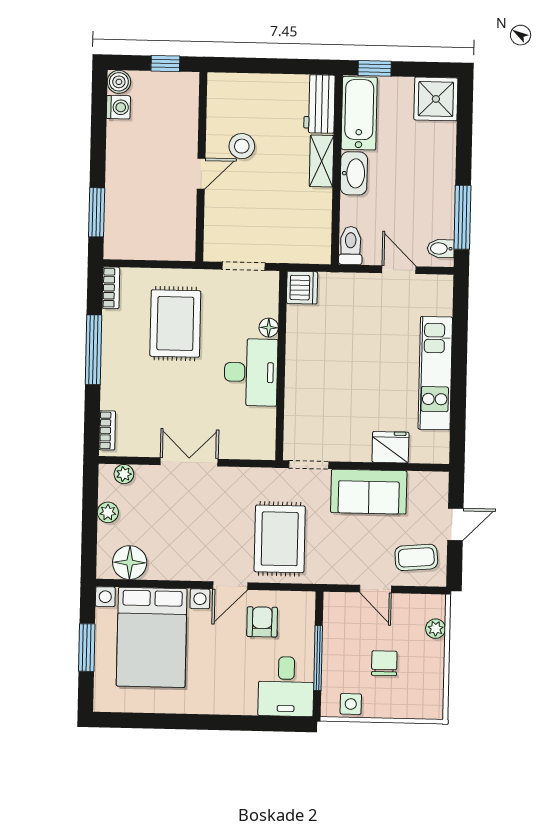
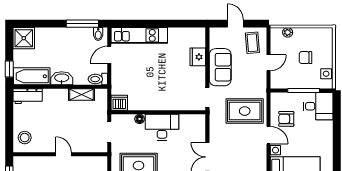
stool: (242, 146) -> (25, 138), moved
shelving: (322, 161) -> (82, 94), moved
kitchen unit: (435, 373) -> (139, 35), moved

